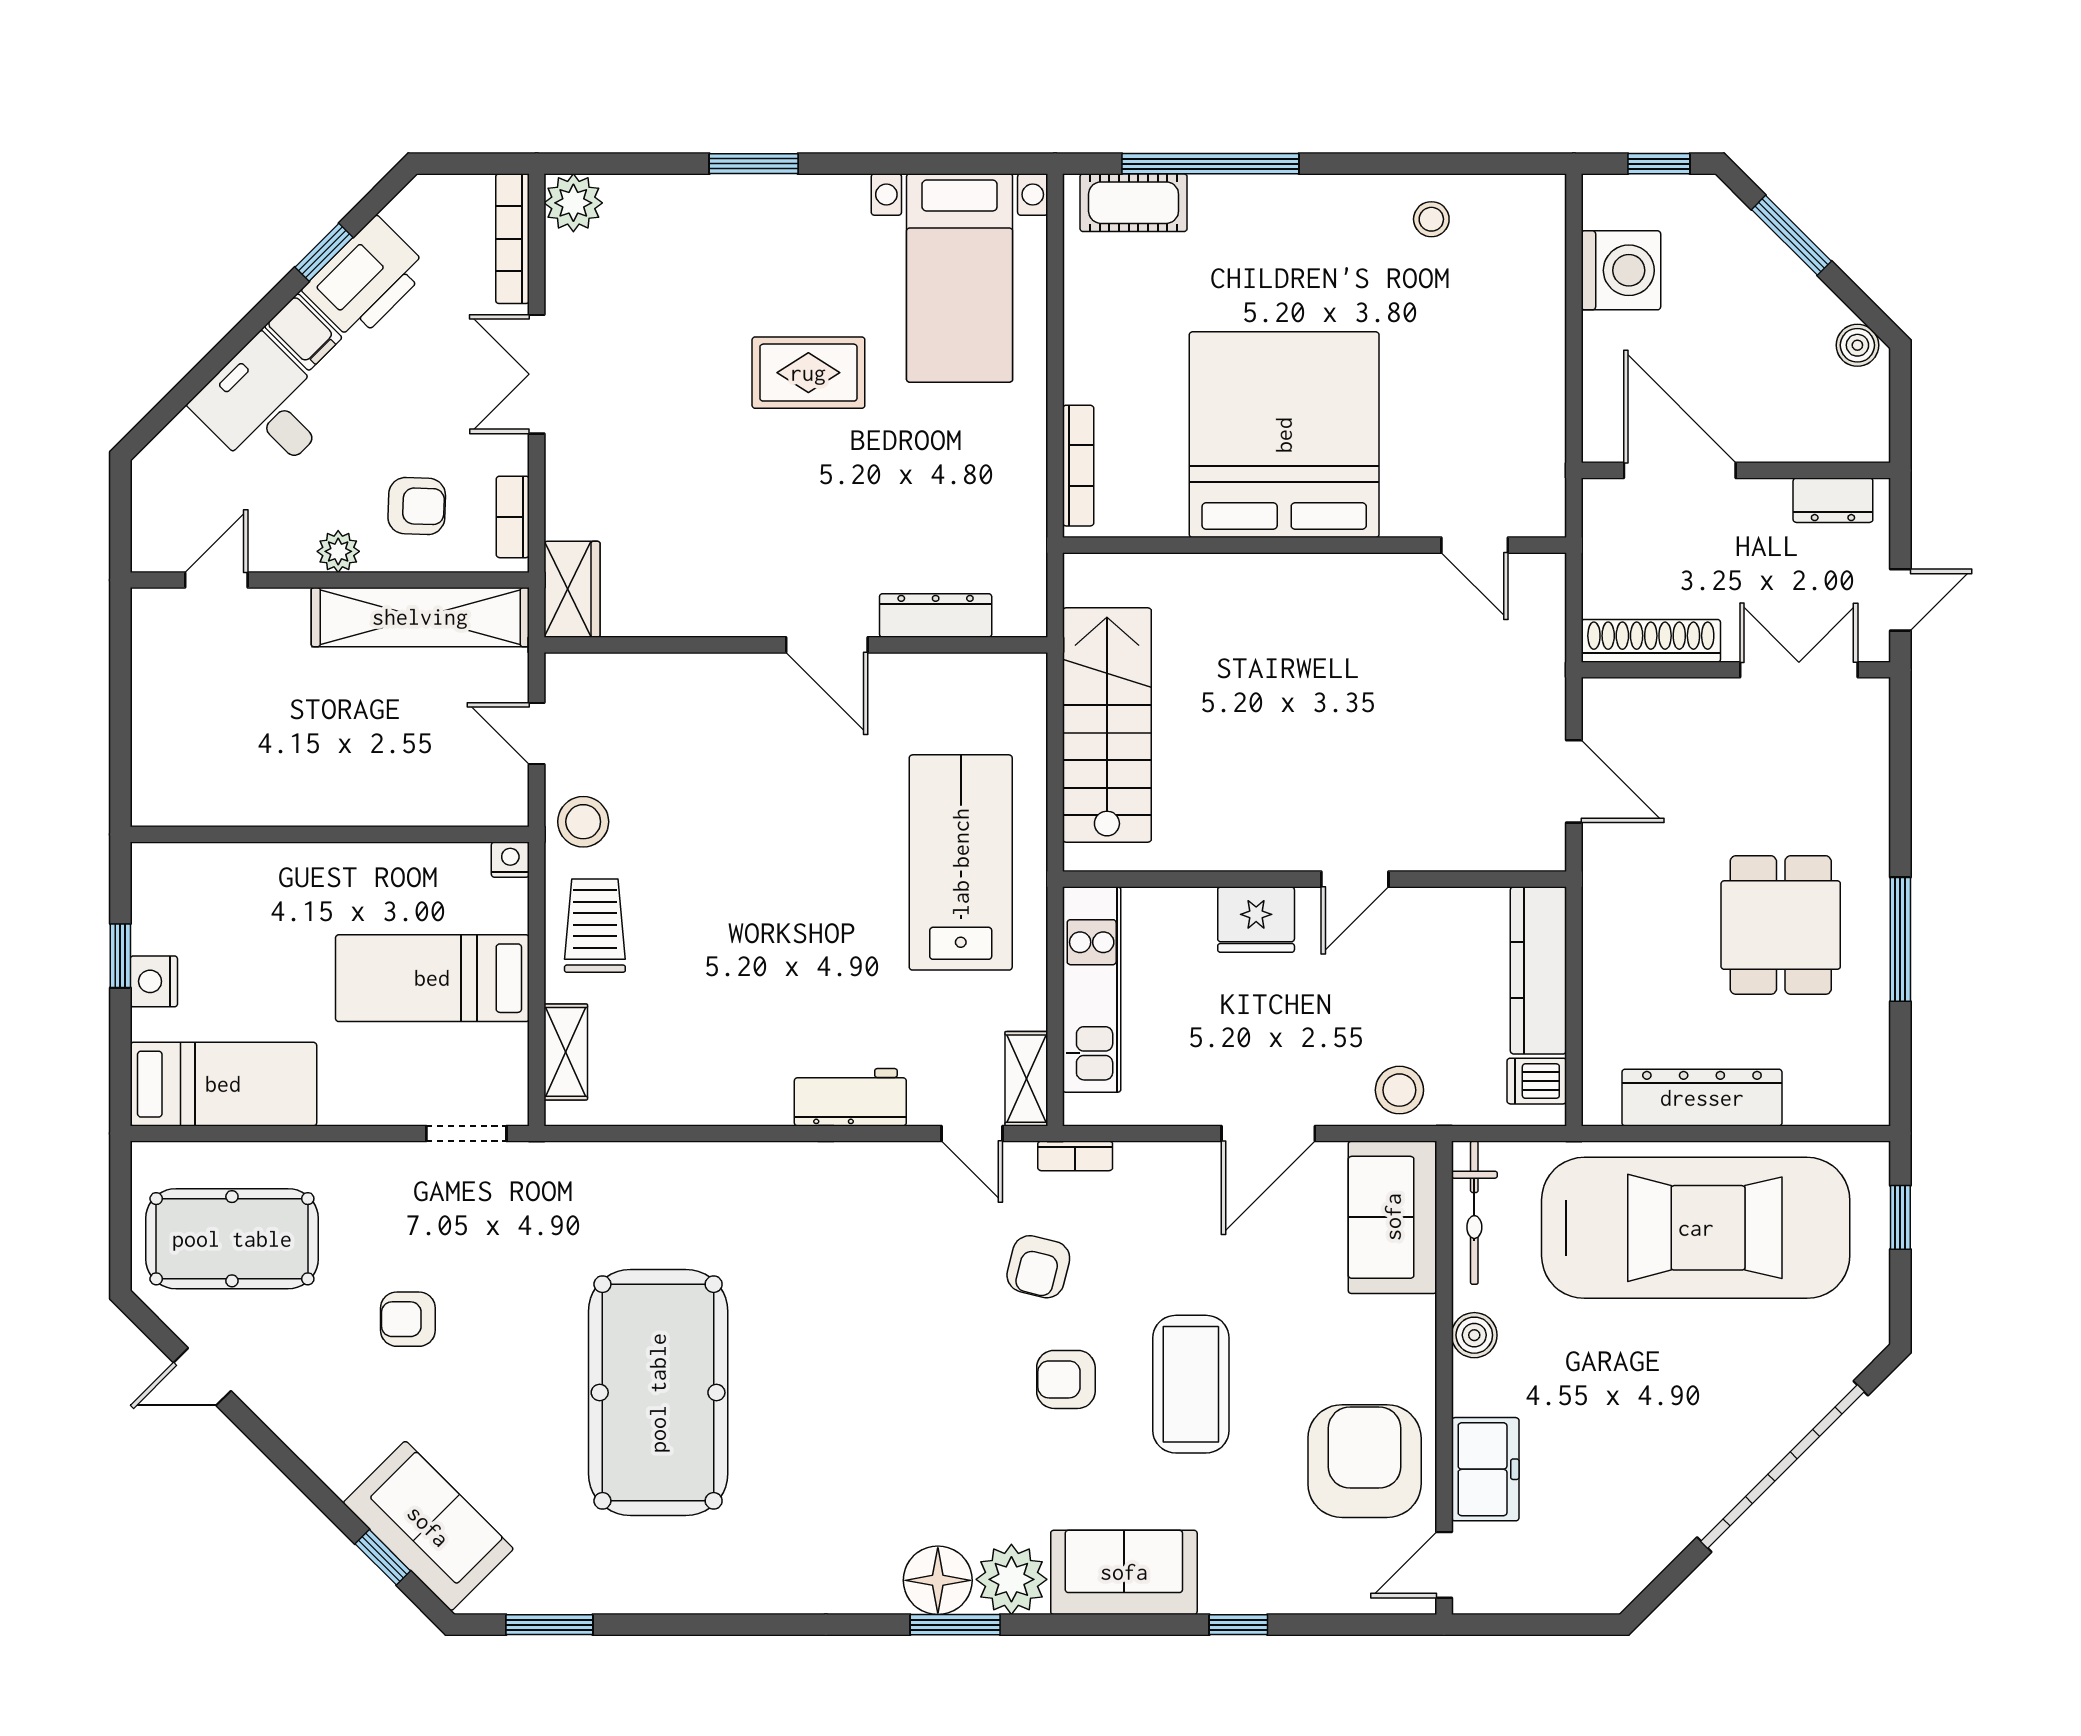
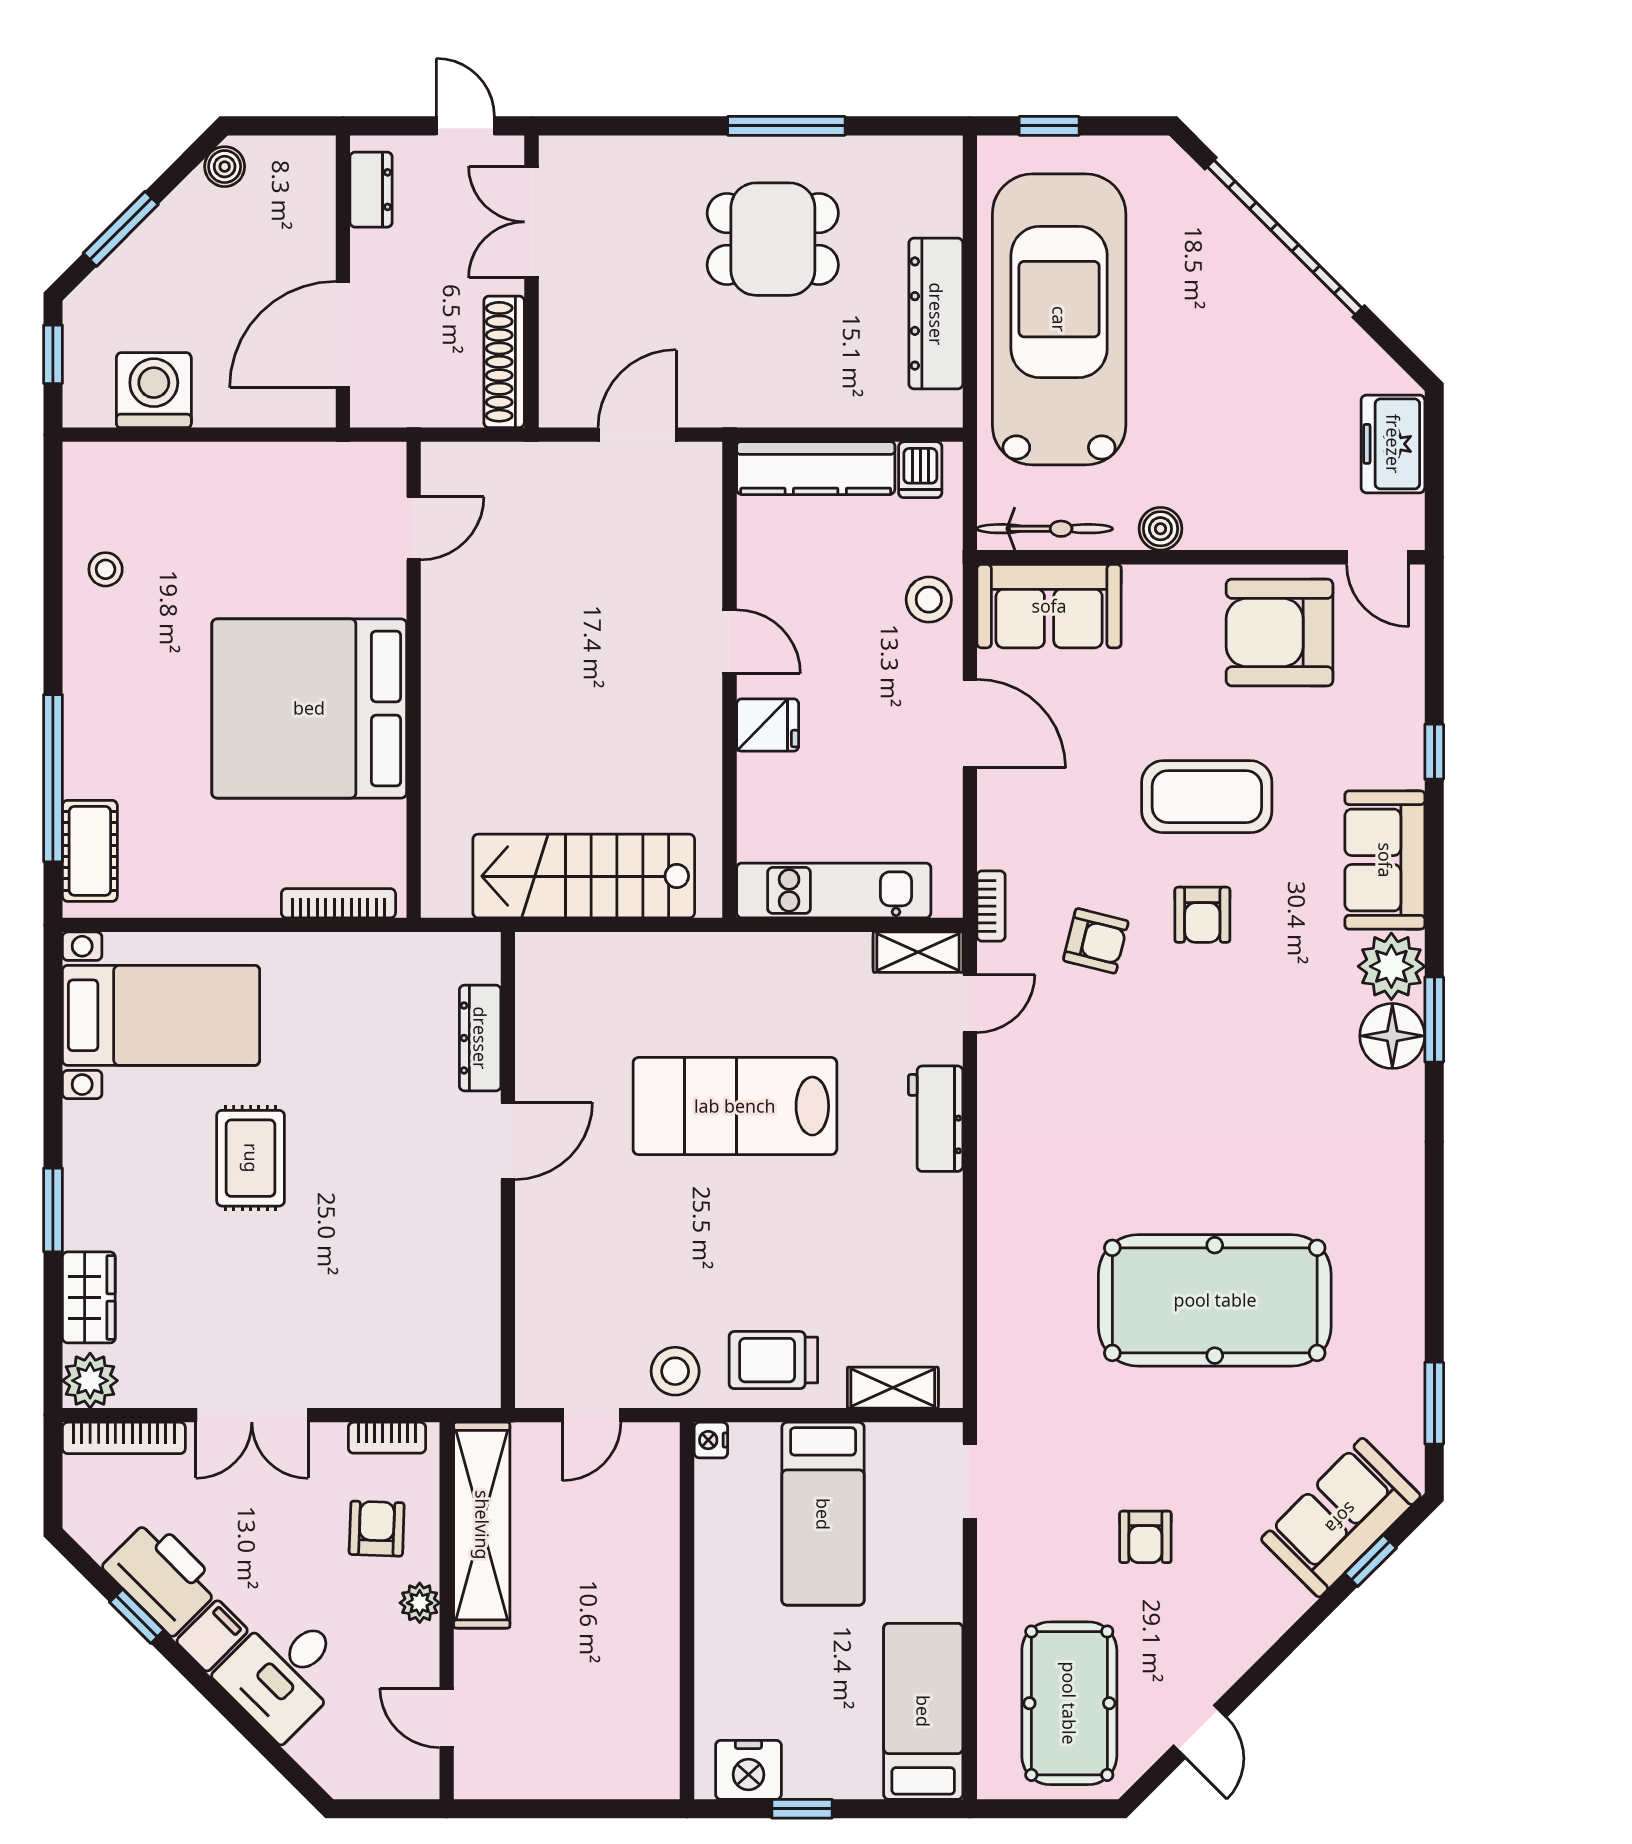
wardrobe: (572, 589) -> (89, 1297), moved, turned 90
lab bench: (961, 862) -> (735, 1106), moved
fridge: (1256, 920) -> (768, 725), width x0.72
nightstand: (154, 981) -> (748, 1770), moved, width x1.36, depth x1.33
freezer: (1485, 1469) -> (1393, 444), moved, turned -90

